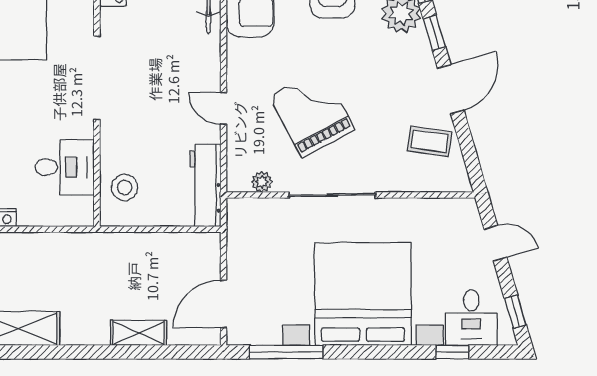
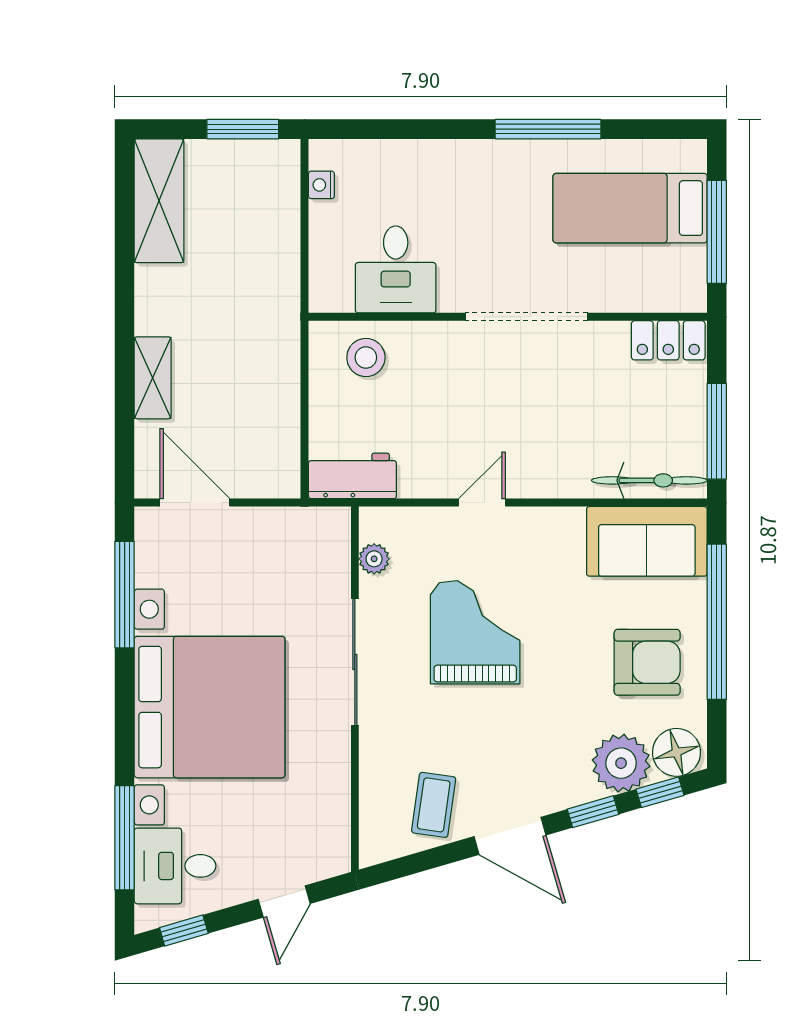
grand piano: (312, 113) -> (475, 632), turned -62
workbench: (205, 185) -> (352, 476), width x0.73
window: (452, 352) -> (125, 838), width x2.17

